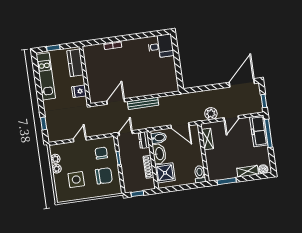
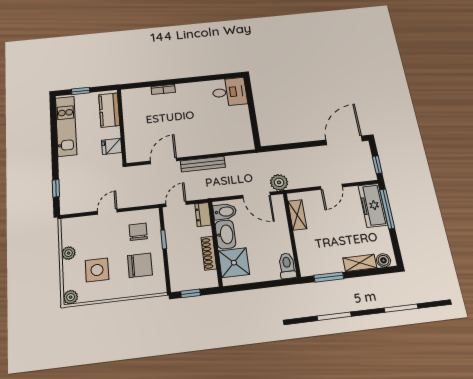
plant: (211, 114) -> (279, 182), moved
plant: (55, 159) -> (71, 297), moved

